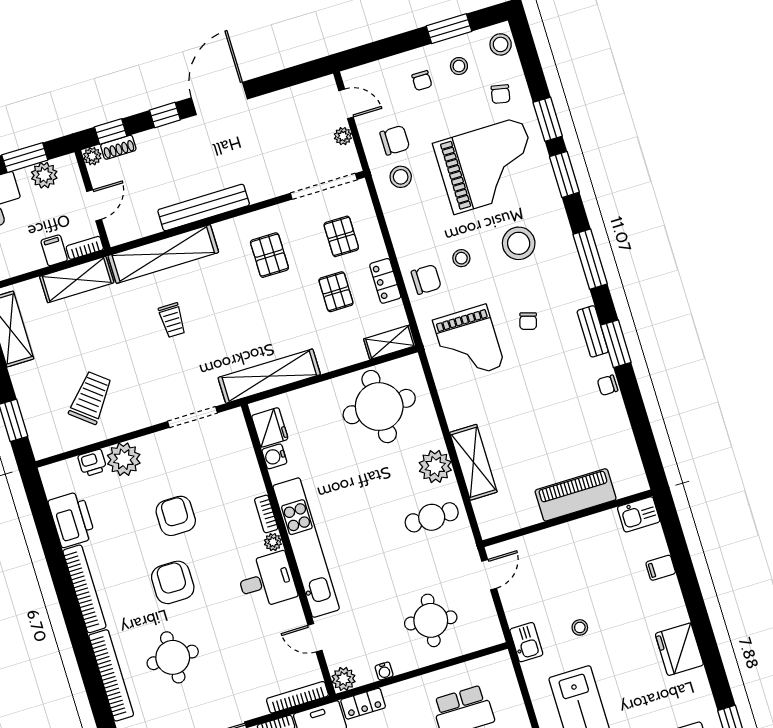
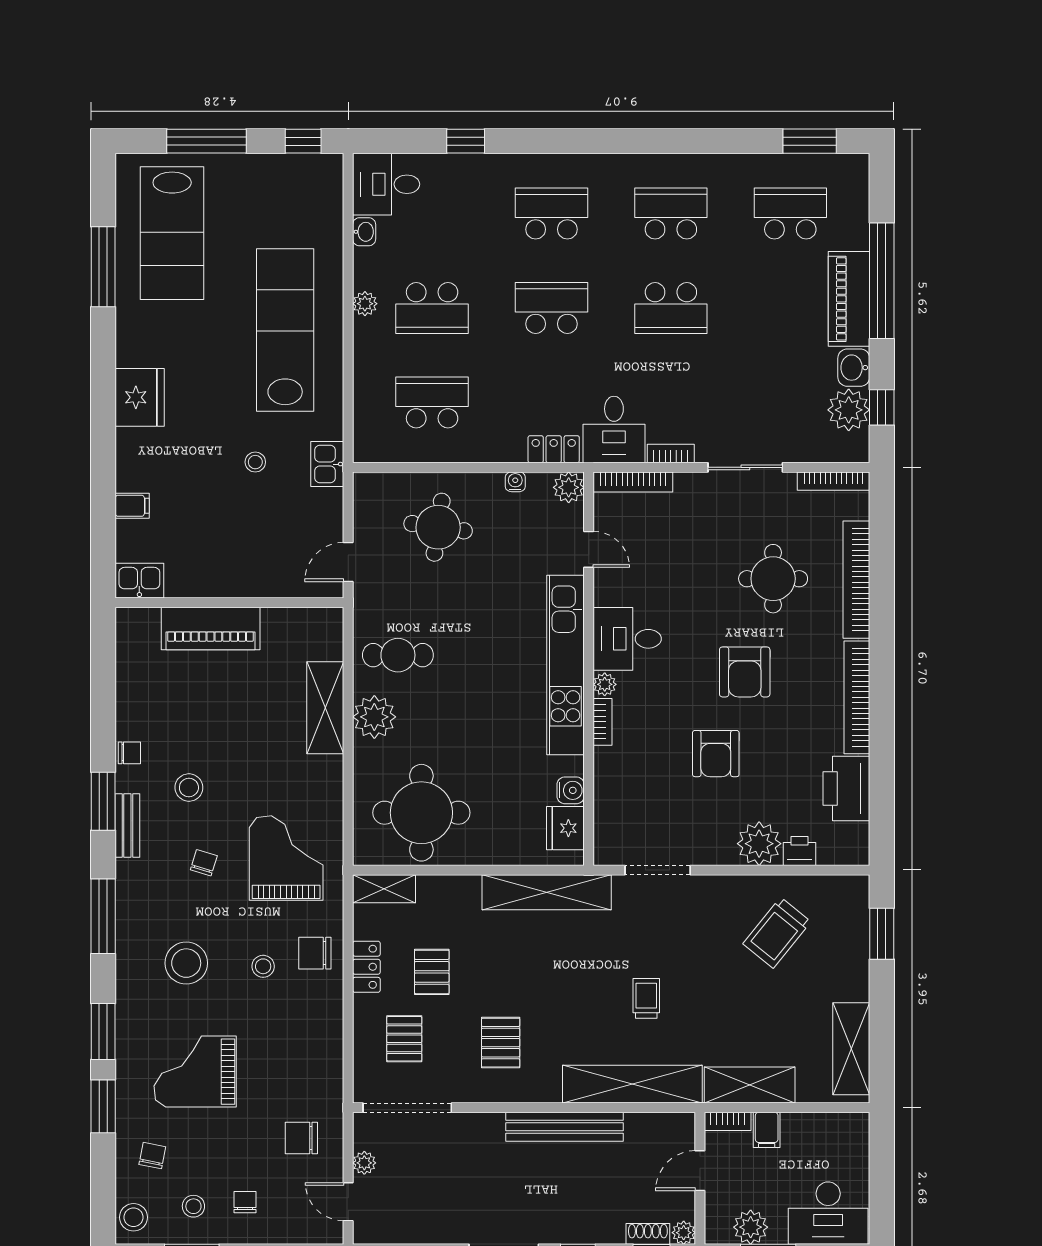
grand piano: (488, 165) -> (195, 1072), width x0.73, depth x0.68
stool: (401, 177) -> (189, 788), moved

